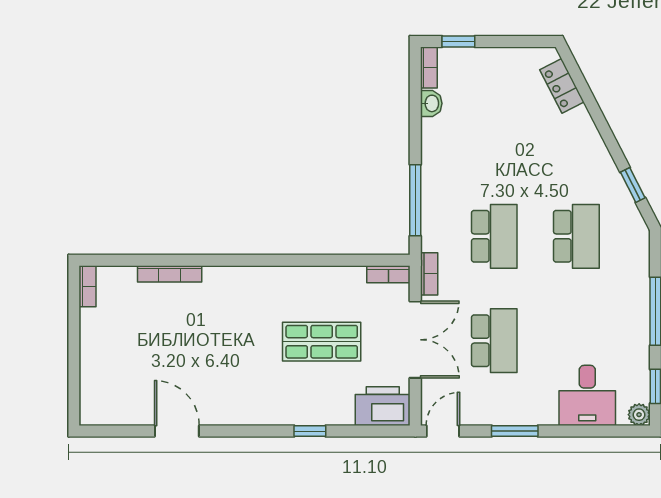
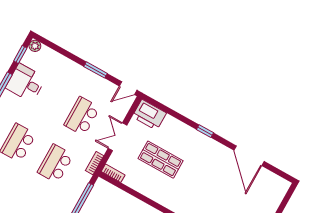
double door: (415, 340) -> (118, 137), width x0.73
desk: (587, 395) -> (26, 83), moved, turned -90
door: (177, 431) -> (249, 156), width x1.36
window: (310, 431) -> (205, 131), moved

